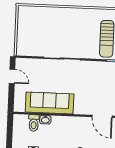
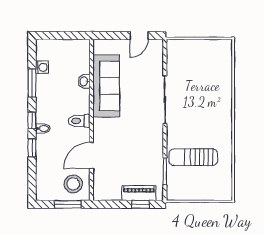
toilet: (34, 123) -> (79, 121), moved

